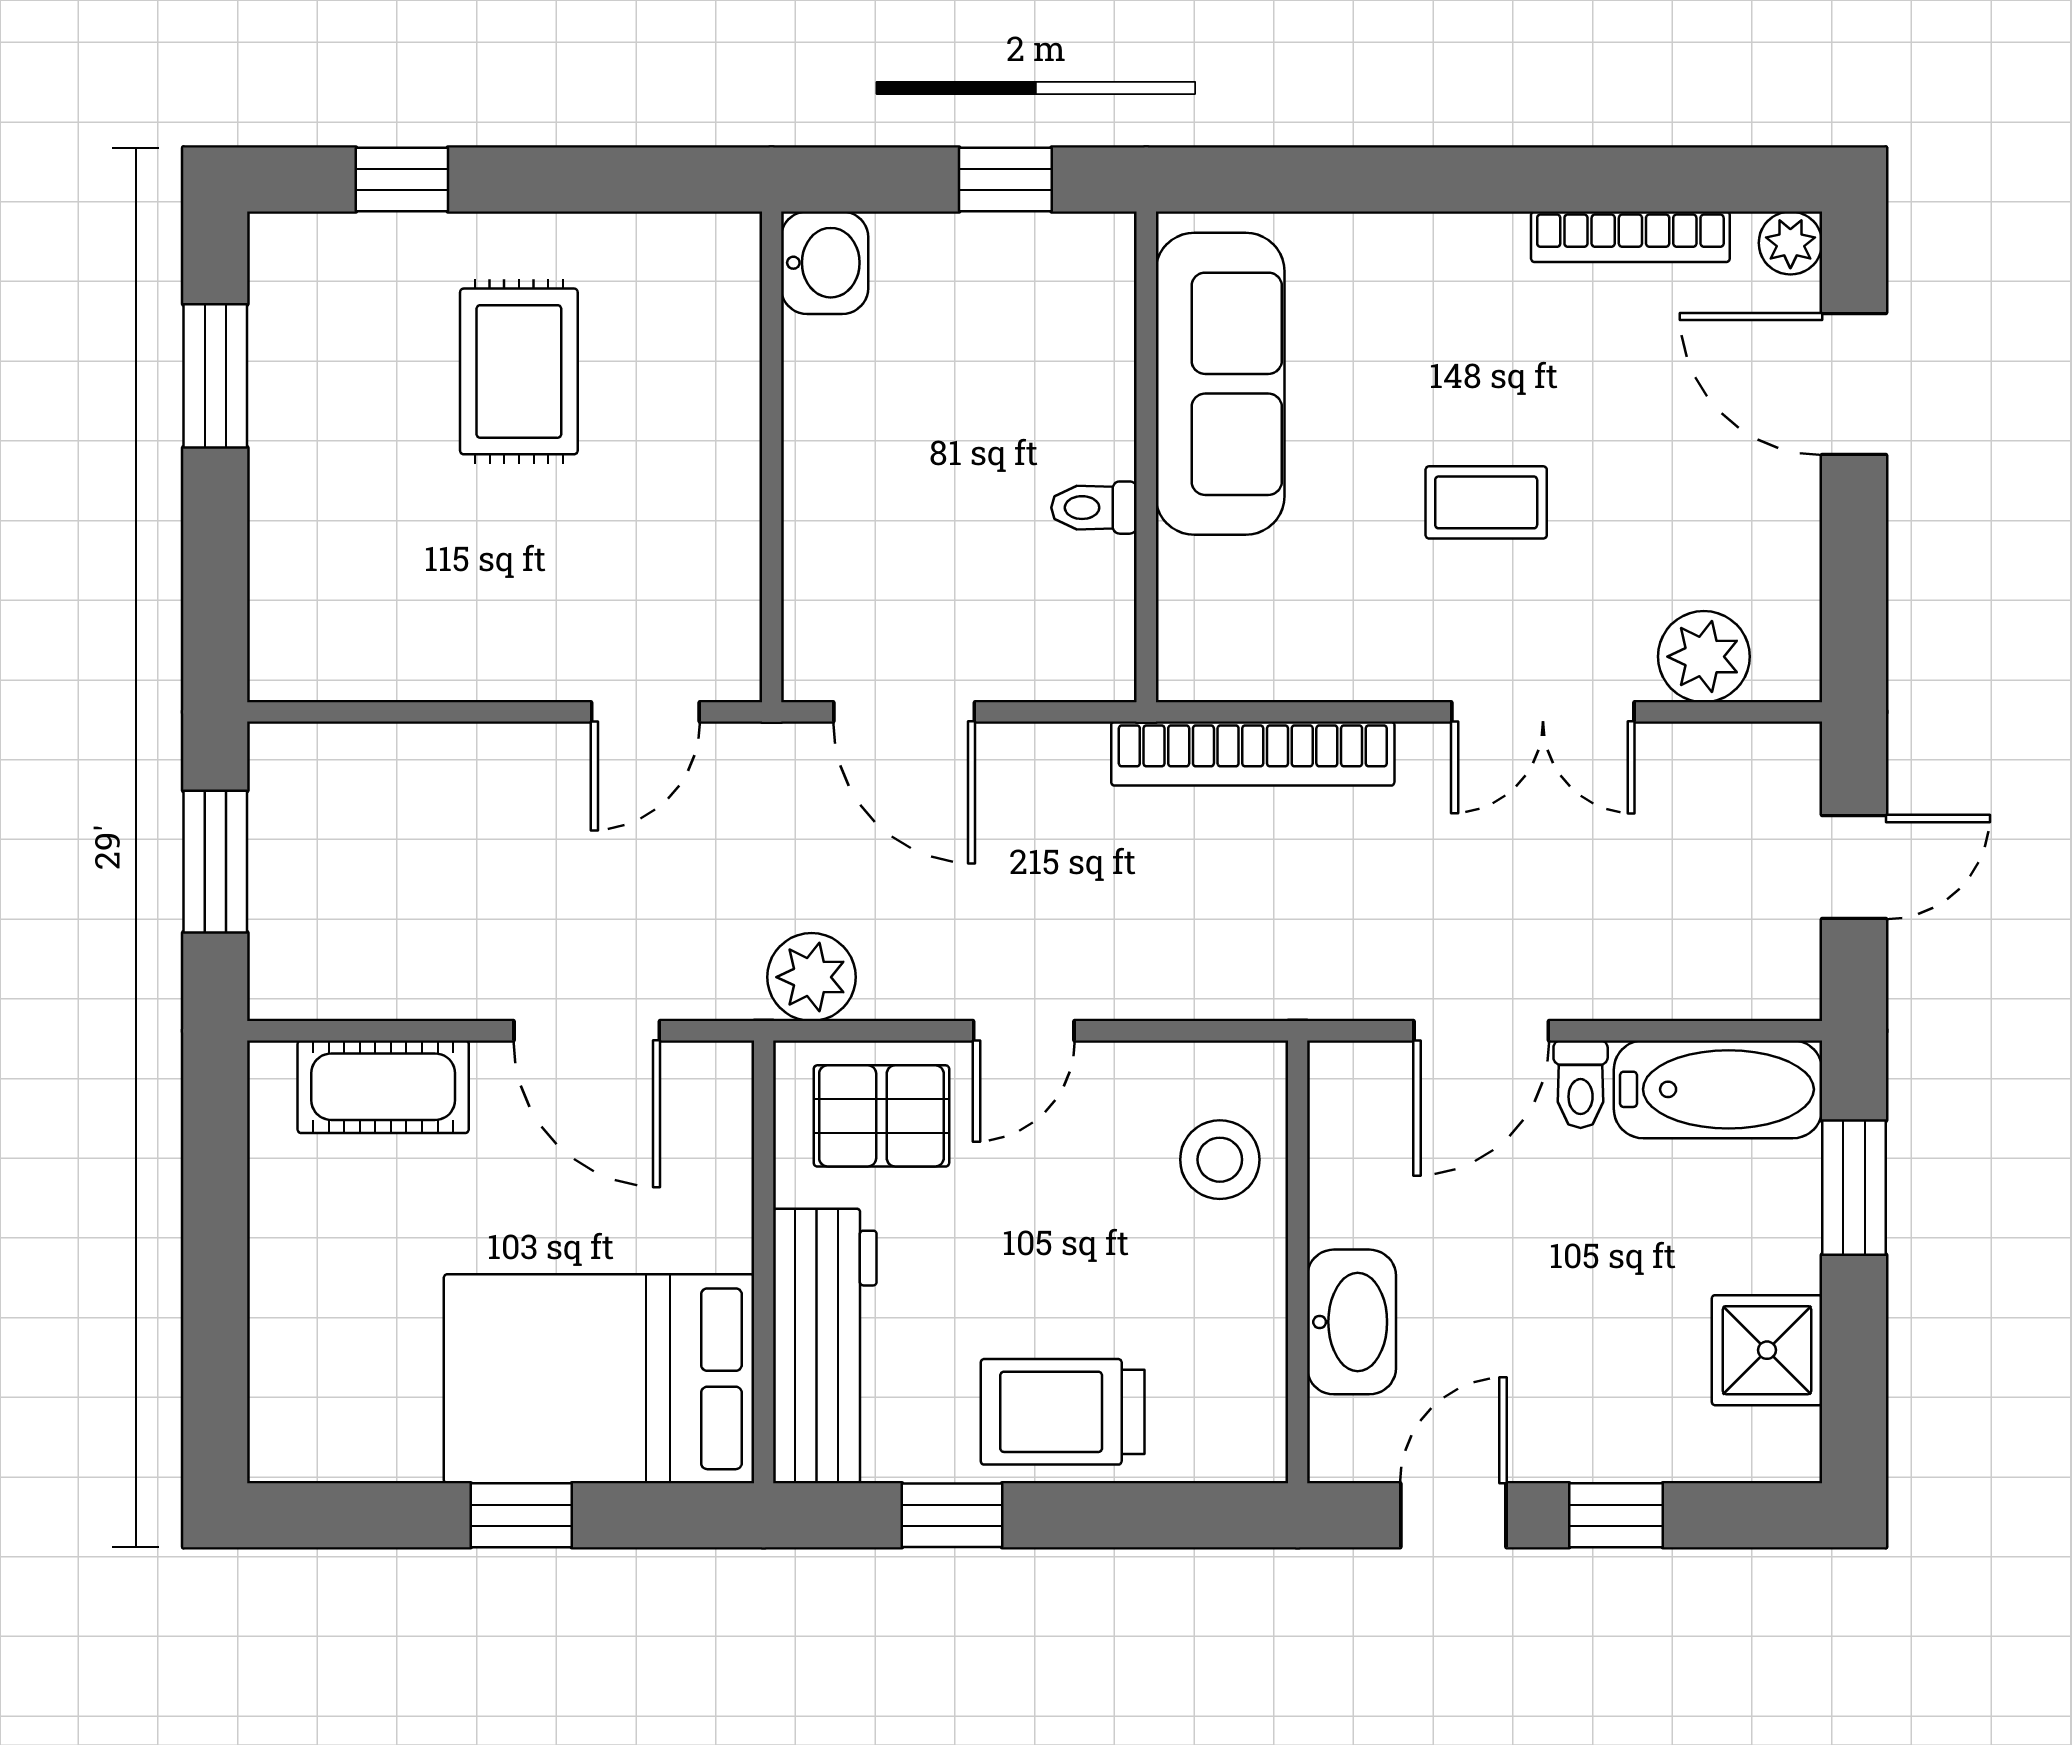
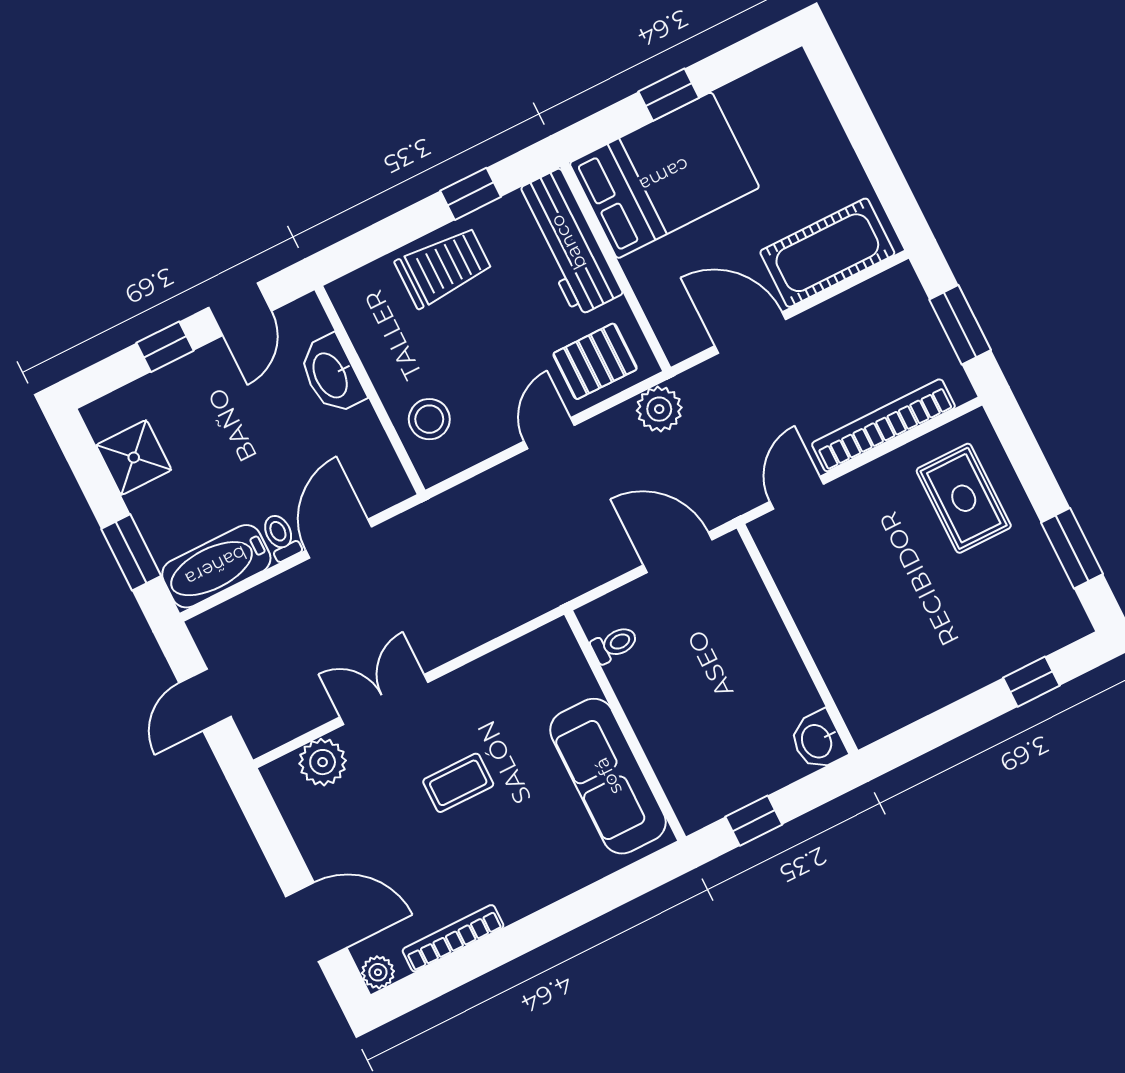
rug: (519, 371) -> (964, 498), moved
toilet: (1094, 508) -> (614, 644), moved
bookcase: (1253, 754) -> (883, 425), moved
cot: (383, 1087) -> (827, 253), width x1.37, depth x1.34

